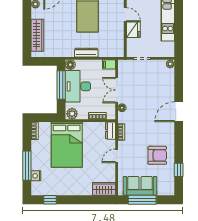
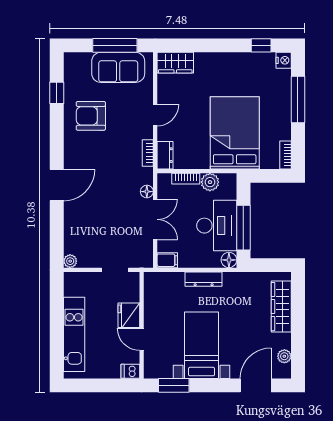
plant: (72, 114) -> (210, 182), moved
nightstand: (36, 176) -> (284, 60), moved

